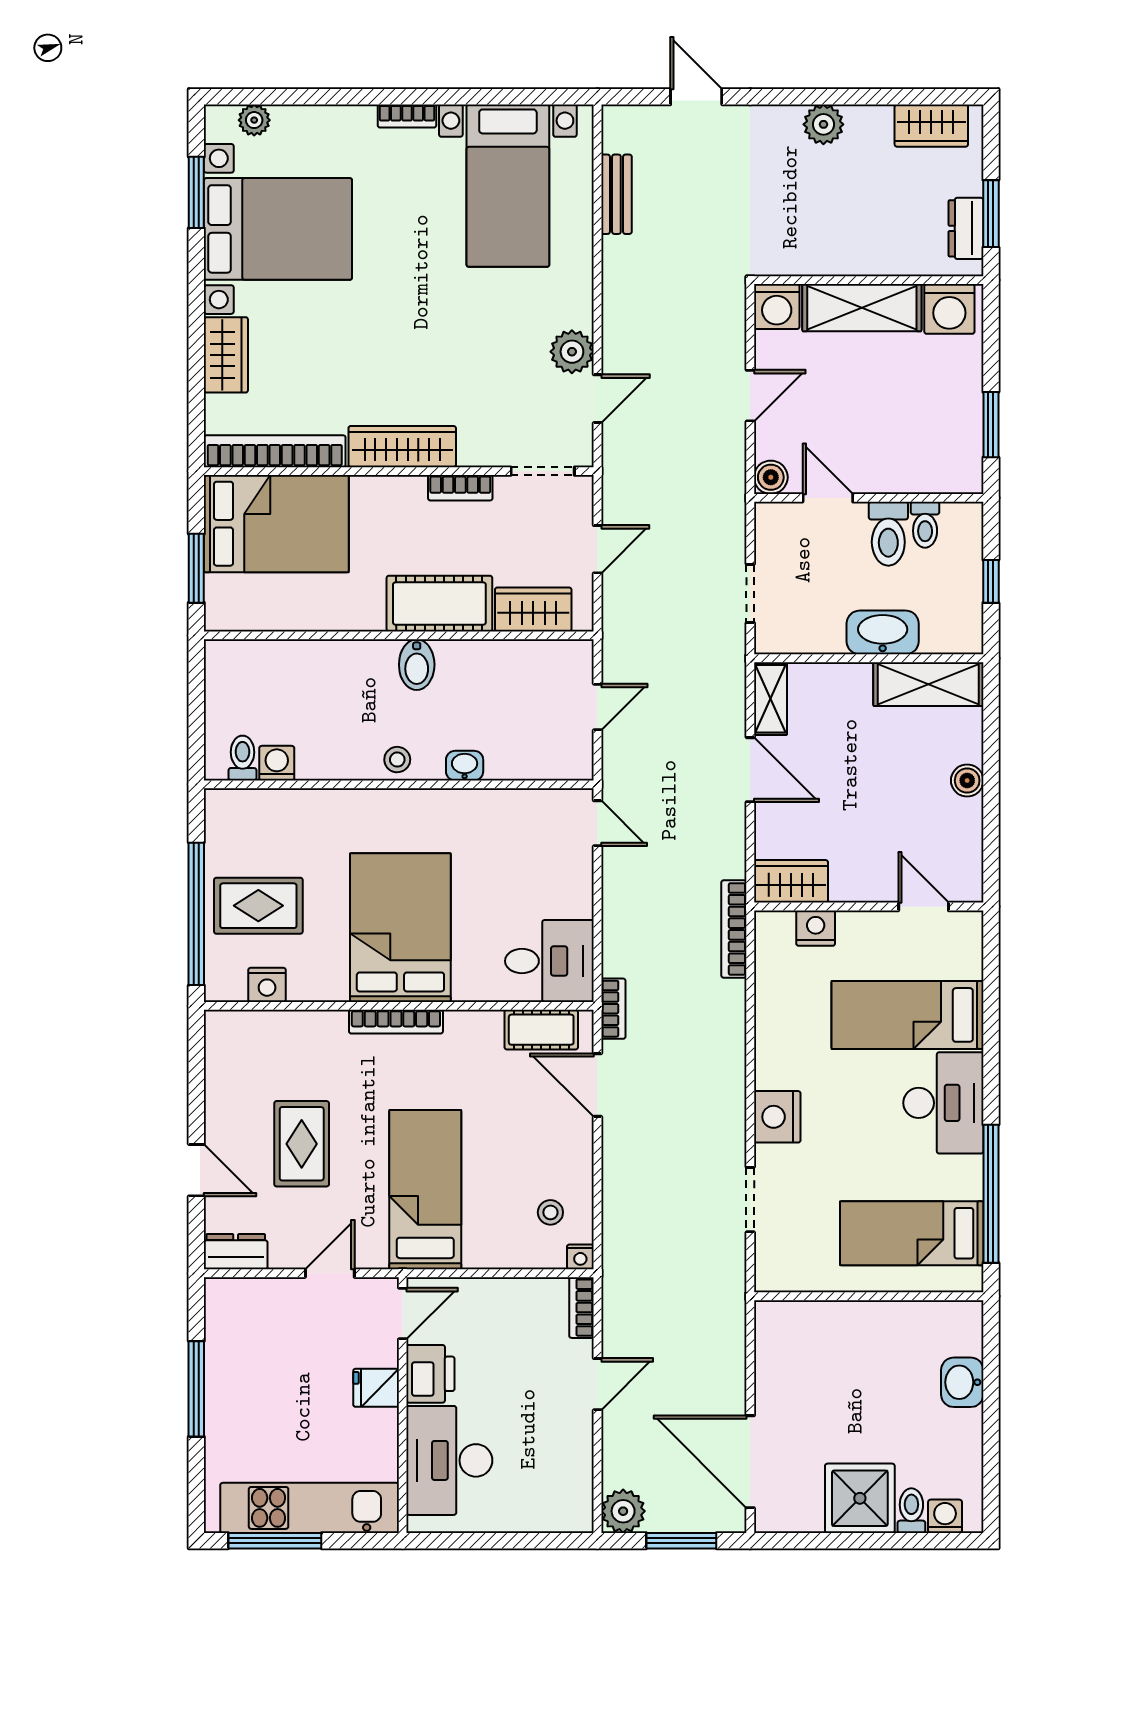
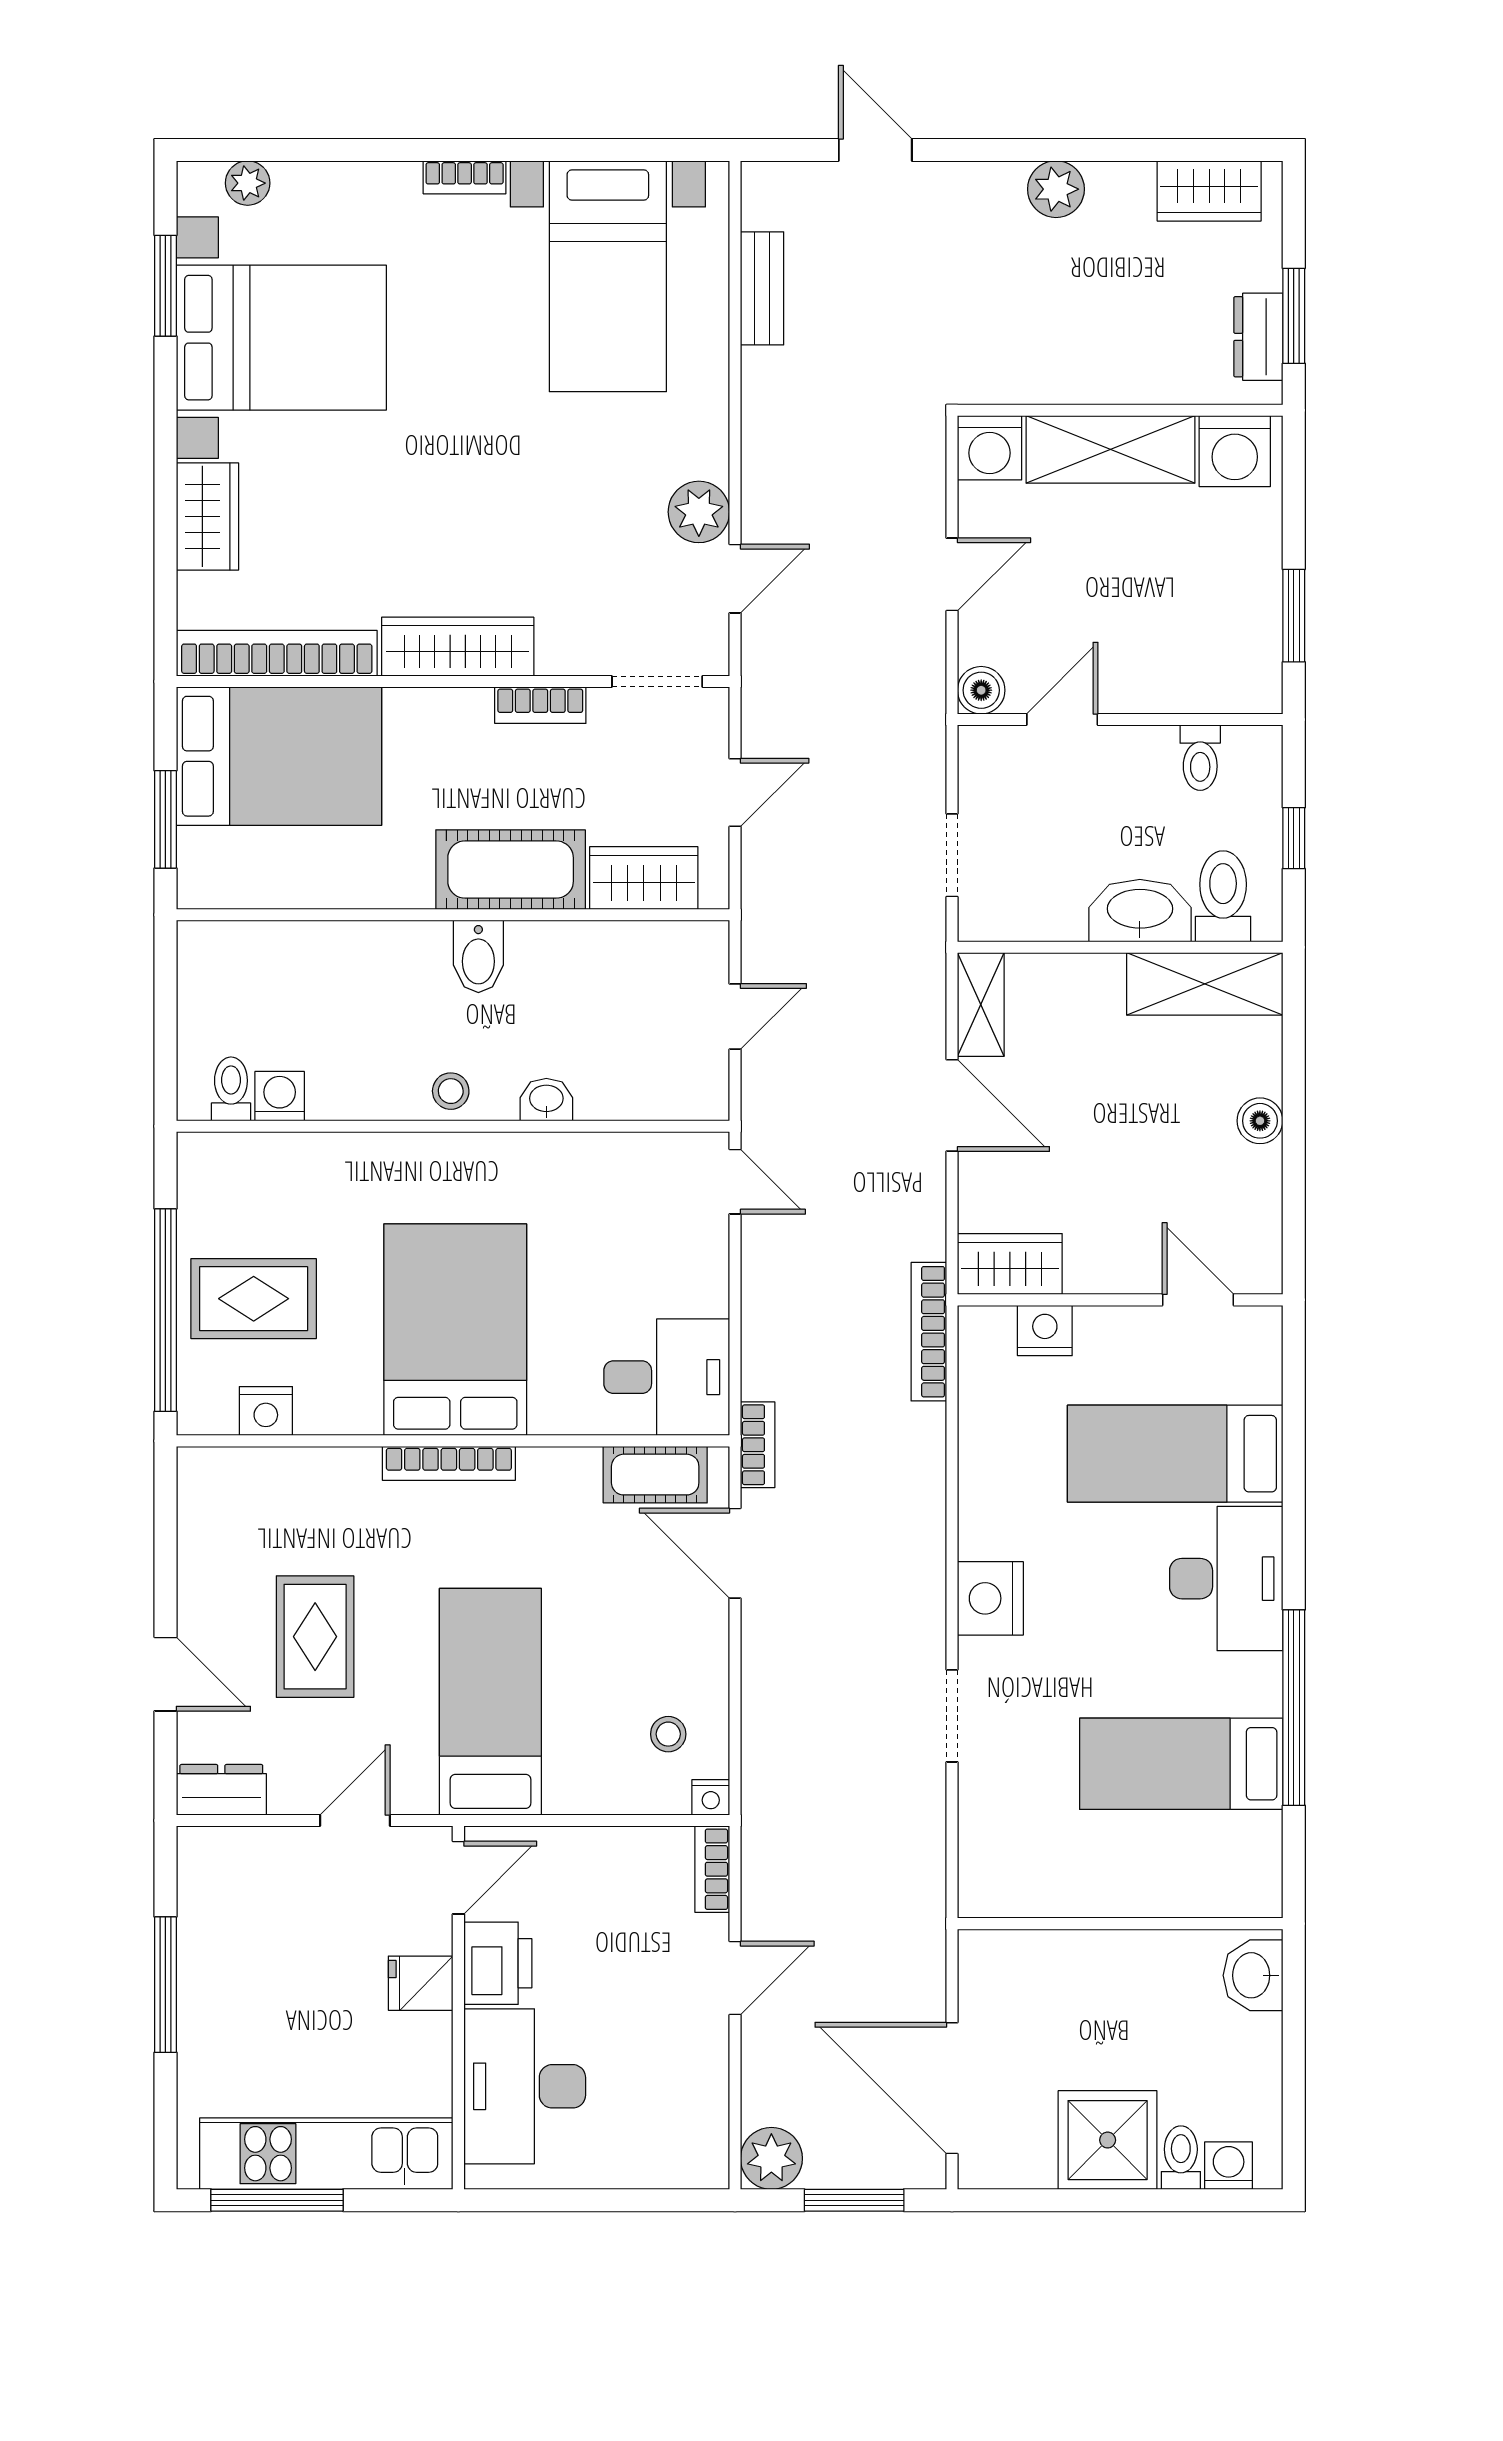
door: (828, 498) -> (1062, 719), hinge flipped
toilet: (888, 534) -> (1223, 896), moved, turned 180
wall: (869, 1296) -> (1120, 1924), moved

